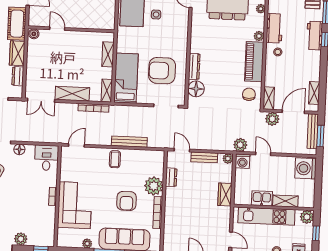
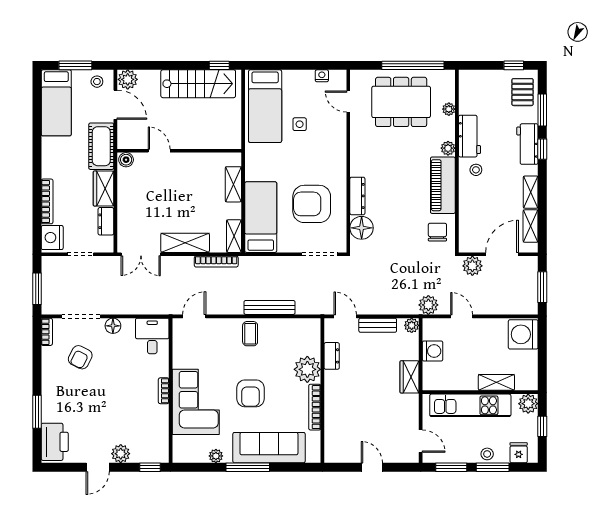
shelving: (269, 98) -> (531, 192), moved
bench: (313, 131) -> (531, 281), removed
washing machine: (242, 161) -> (433, 351), moved, turned -90
kitchen sink: (262, 198) -> (463, 380), removed
armchair: (126, 201) -> (251, 393), moved

